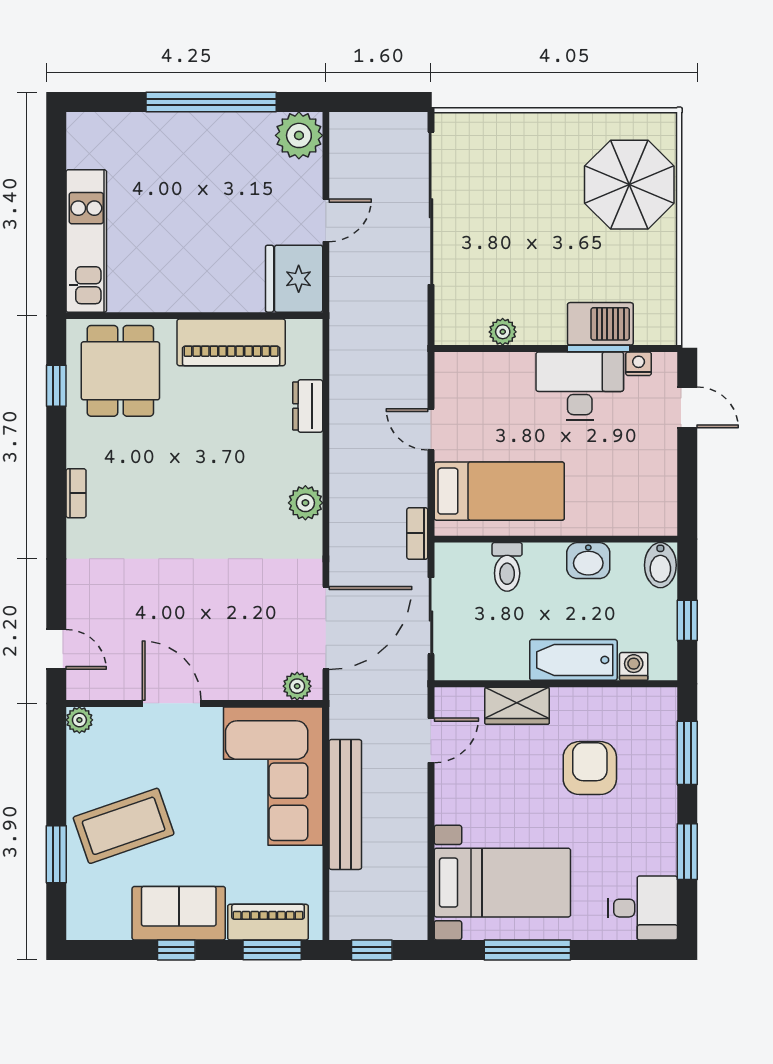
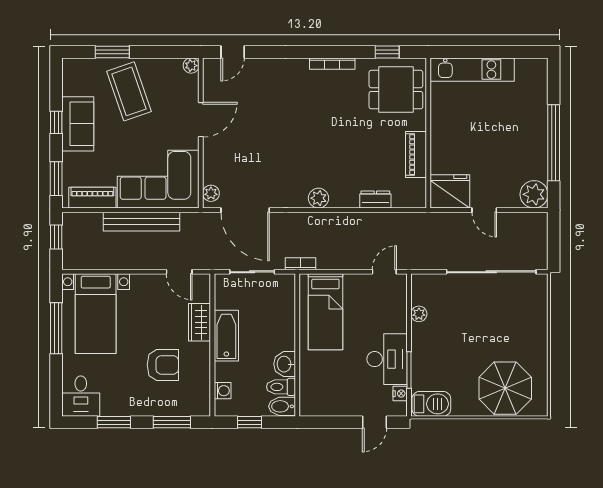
barbecue: (600, 324) -> (431, 404), moved, turned -90
piano: (231, 342) -> (416, 155), width x0.73, depth x0.75
door: (431, 429) -> (384, 272), moved
bookcase: (76, 493) -> (332, 64), width x1.56
toilet: (507, 567) -> (281, 387), moved
bathtub: (573, 660) -> (226, 336), moved
piano: (268, 922) -> (92, 198), moved, turned -90

